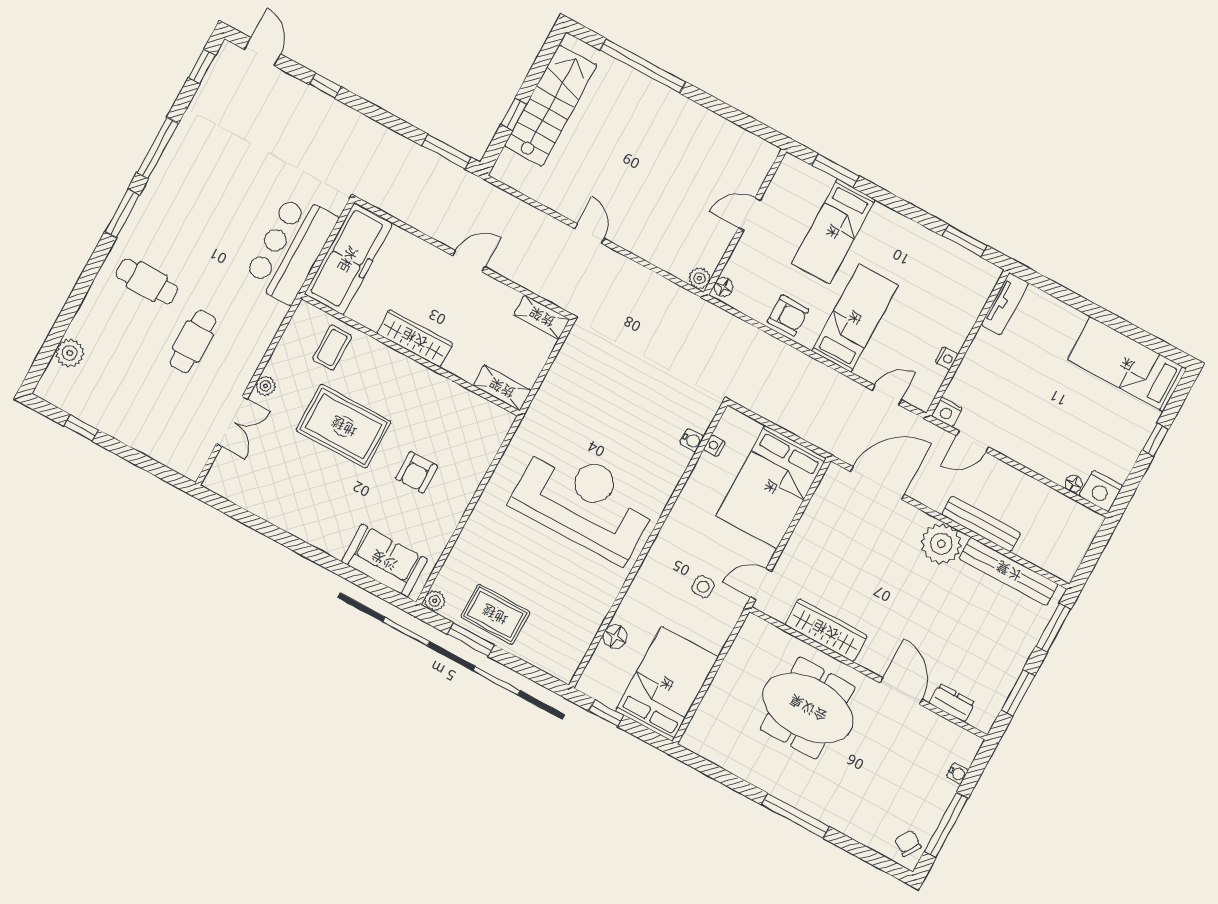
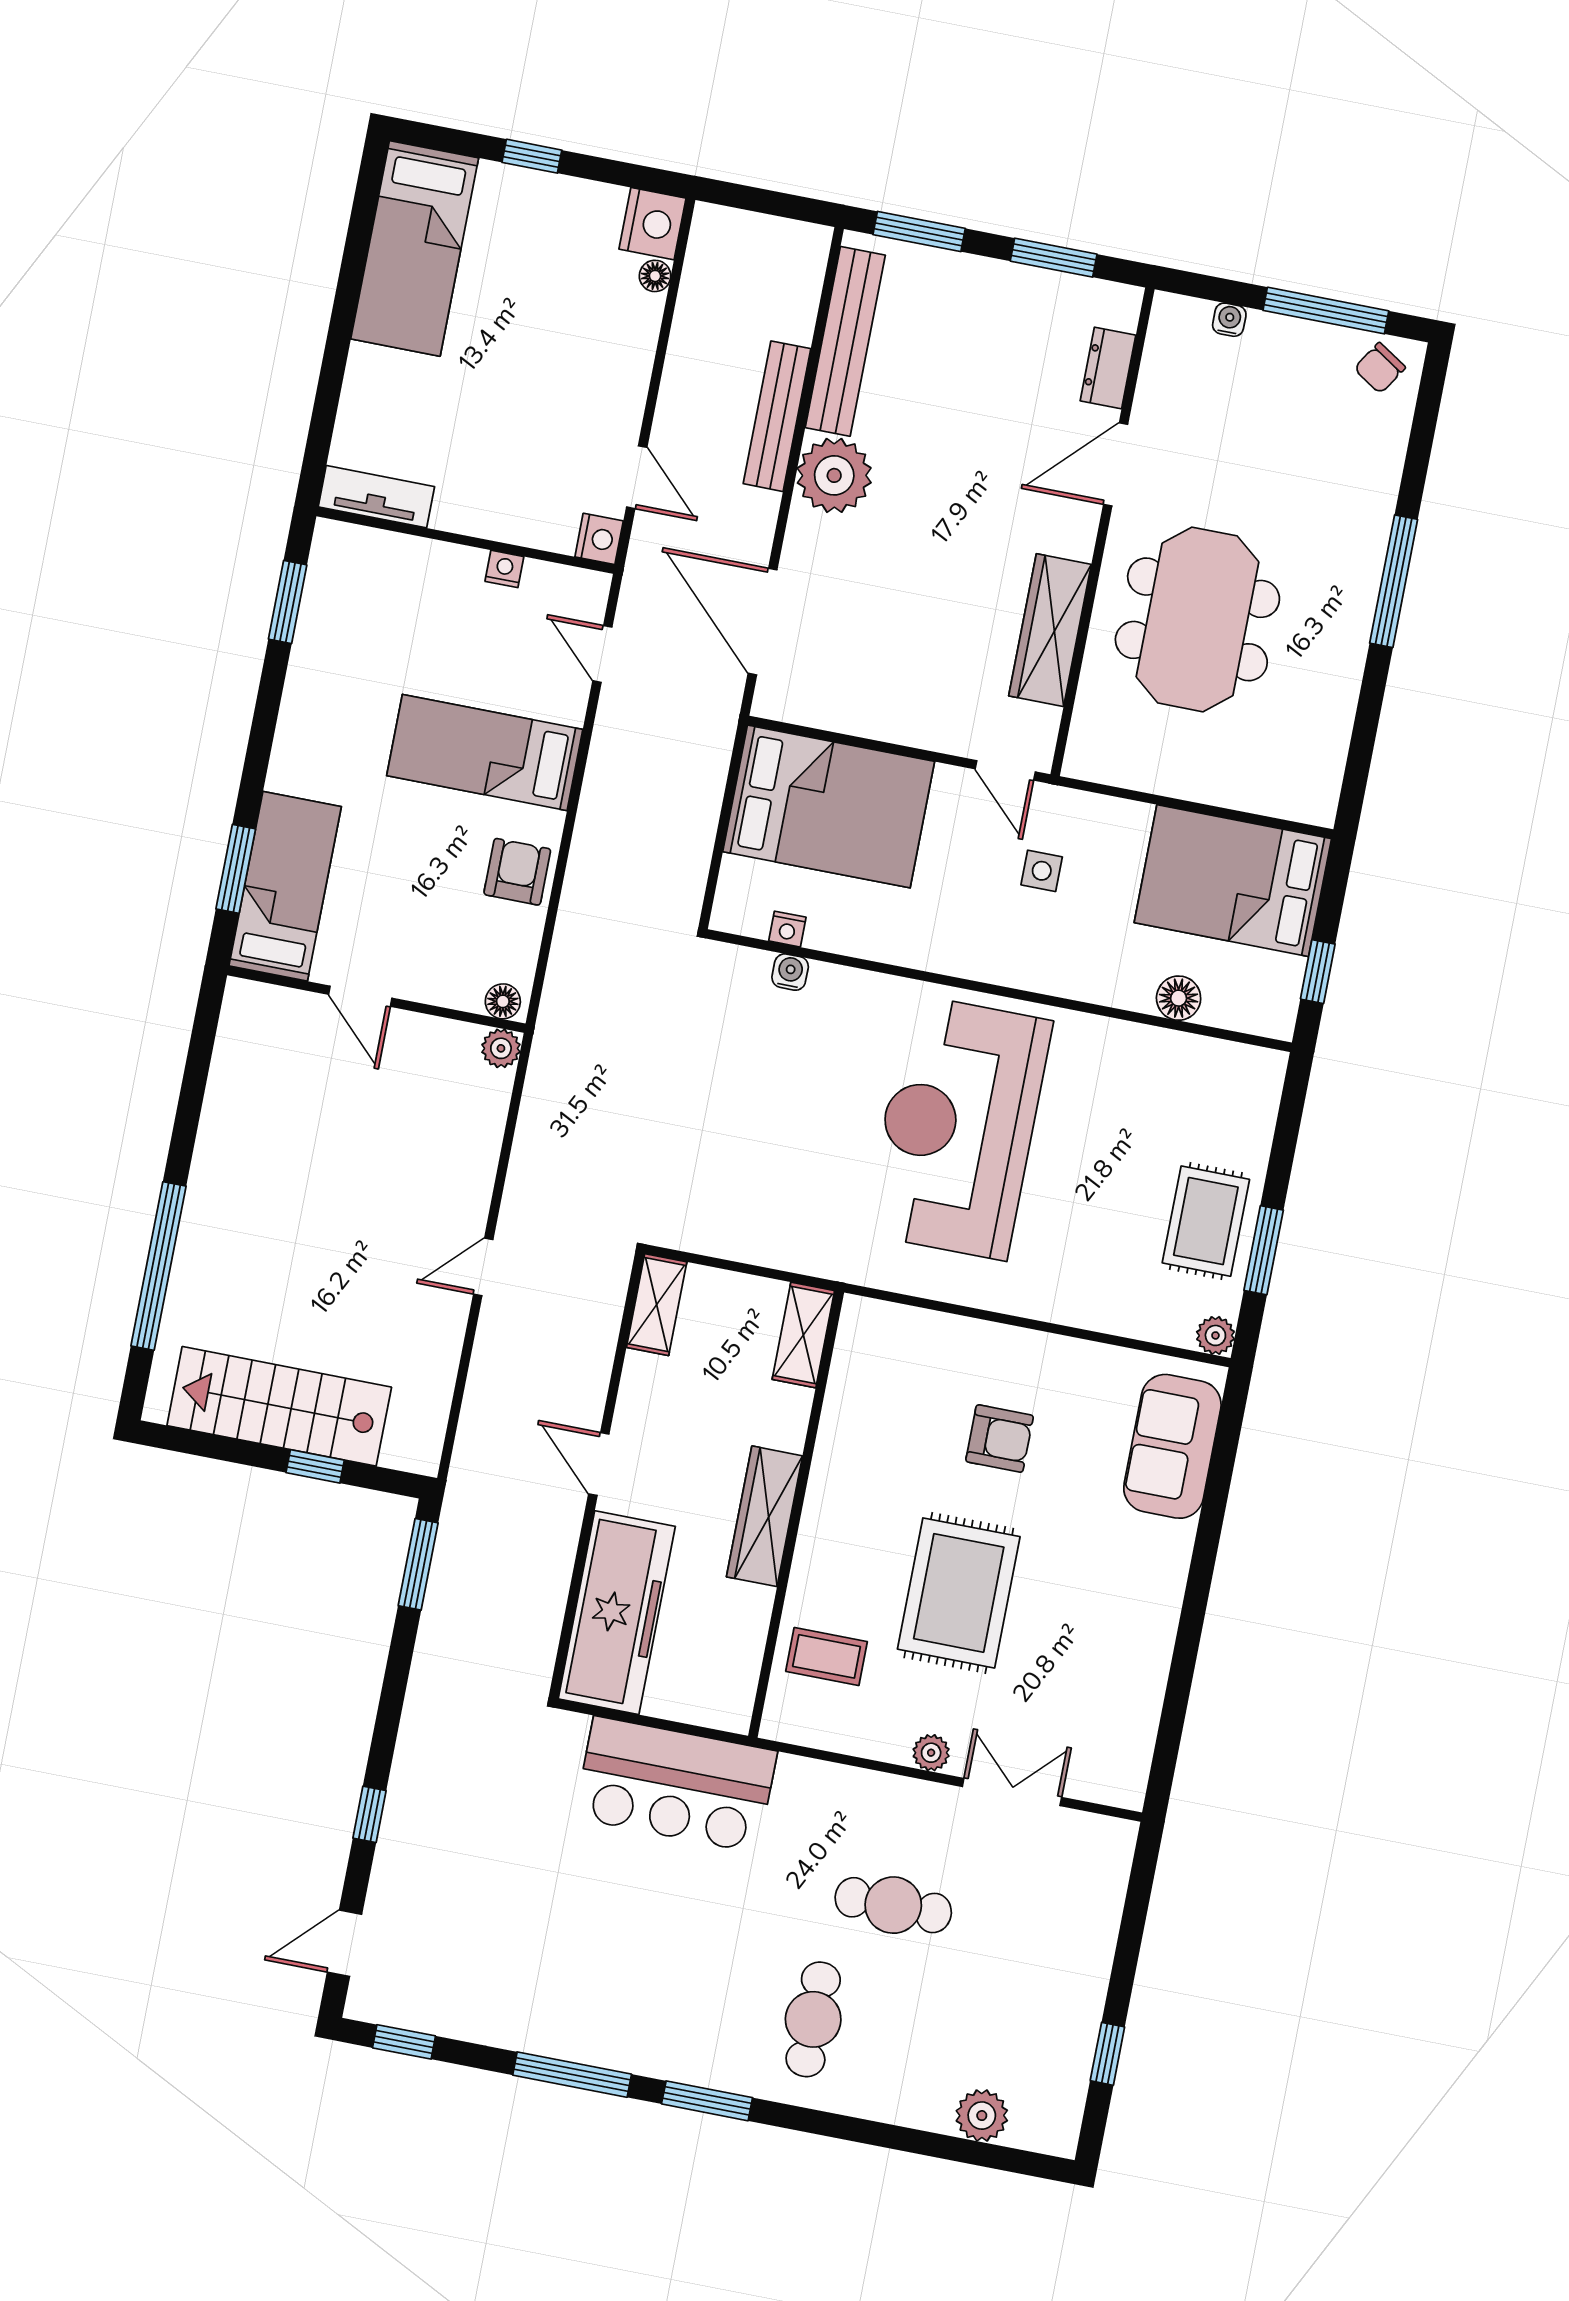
bed: (833, 232) -> (285, 886), moved, turned -90
freezer: (348, 259) -> (617, 1613), moved, turned 90

